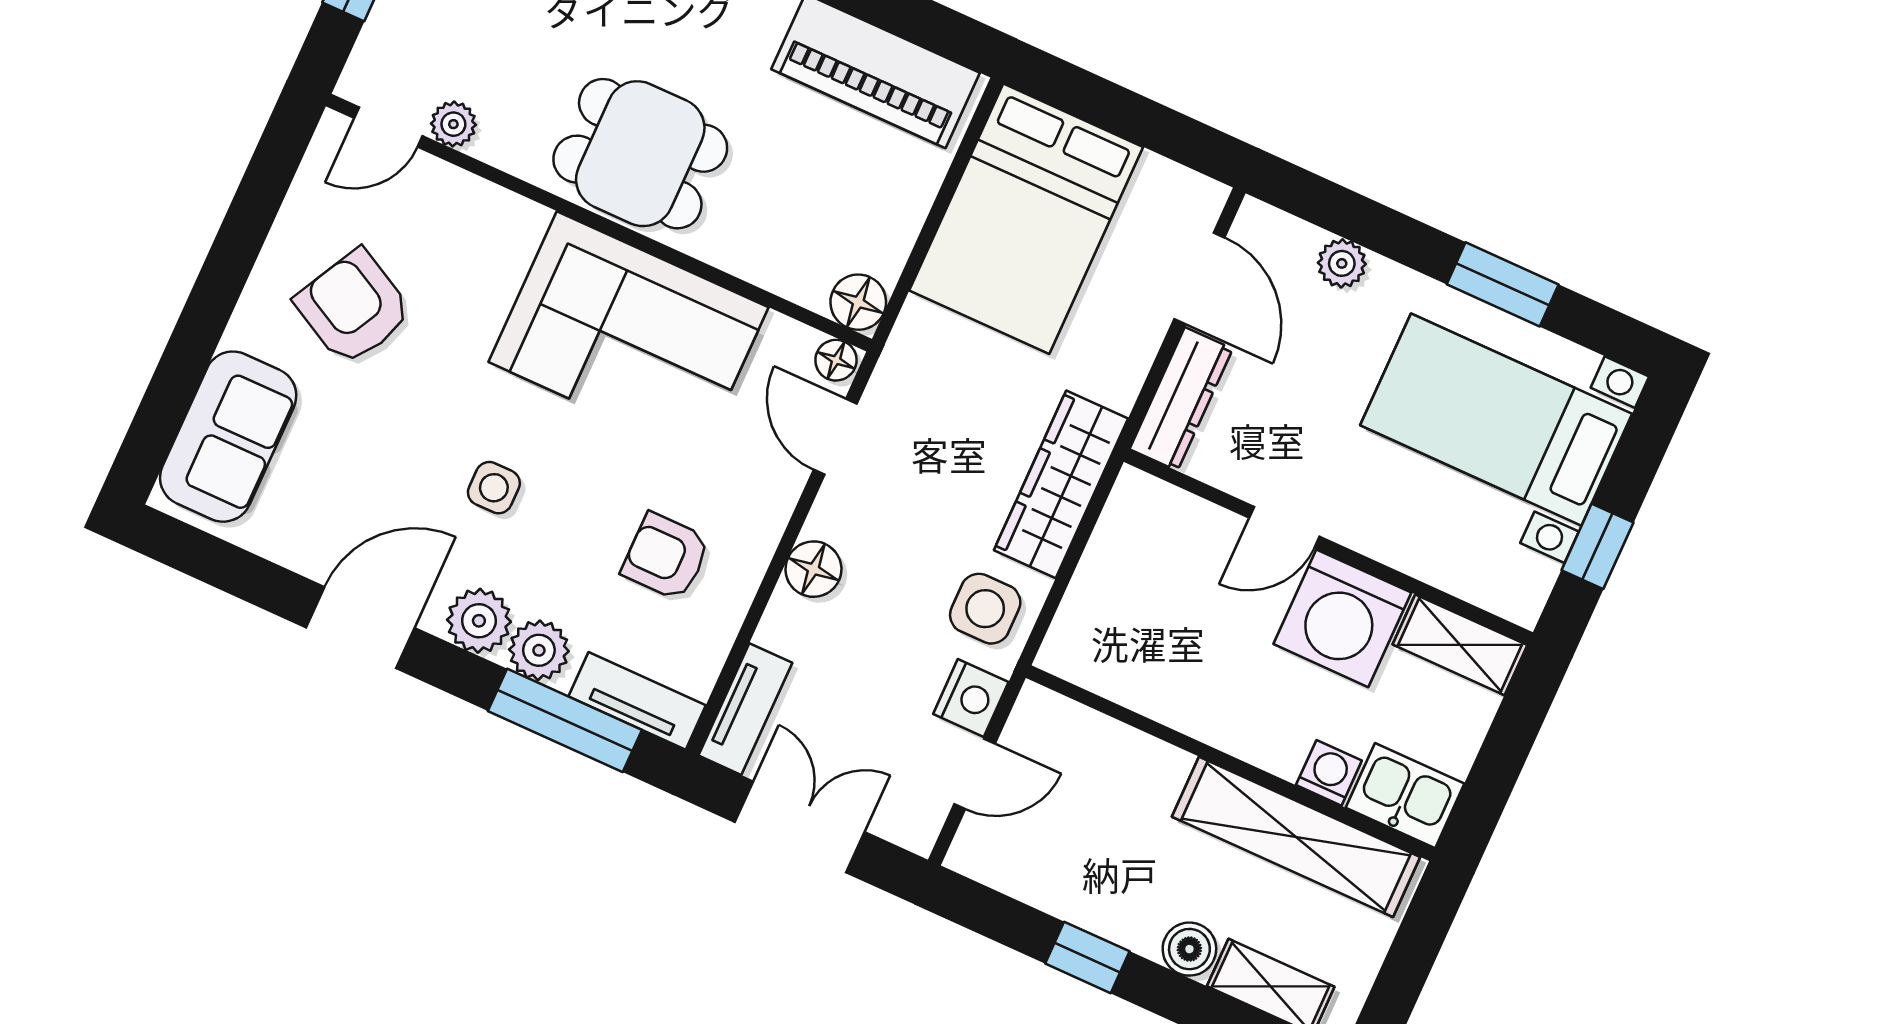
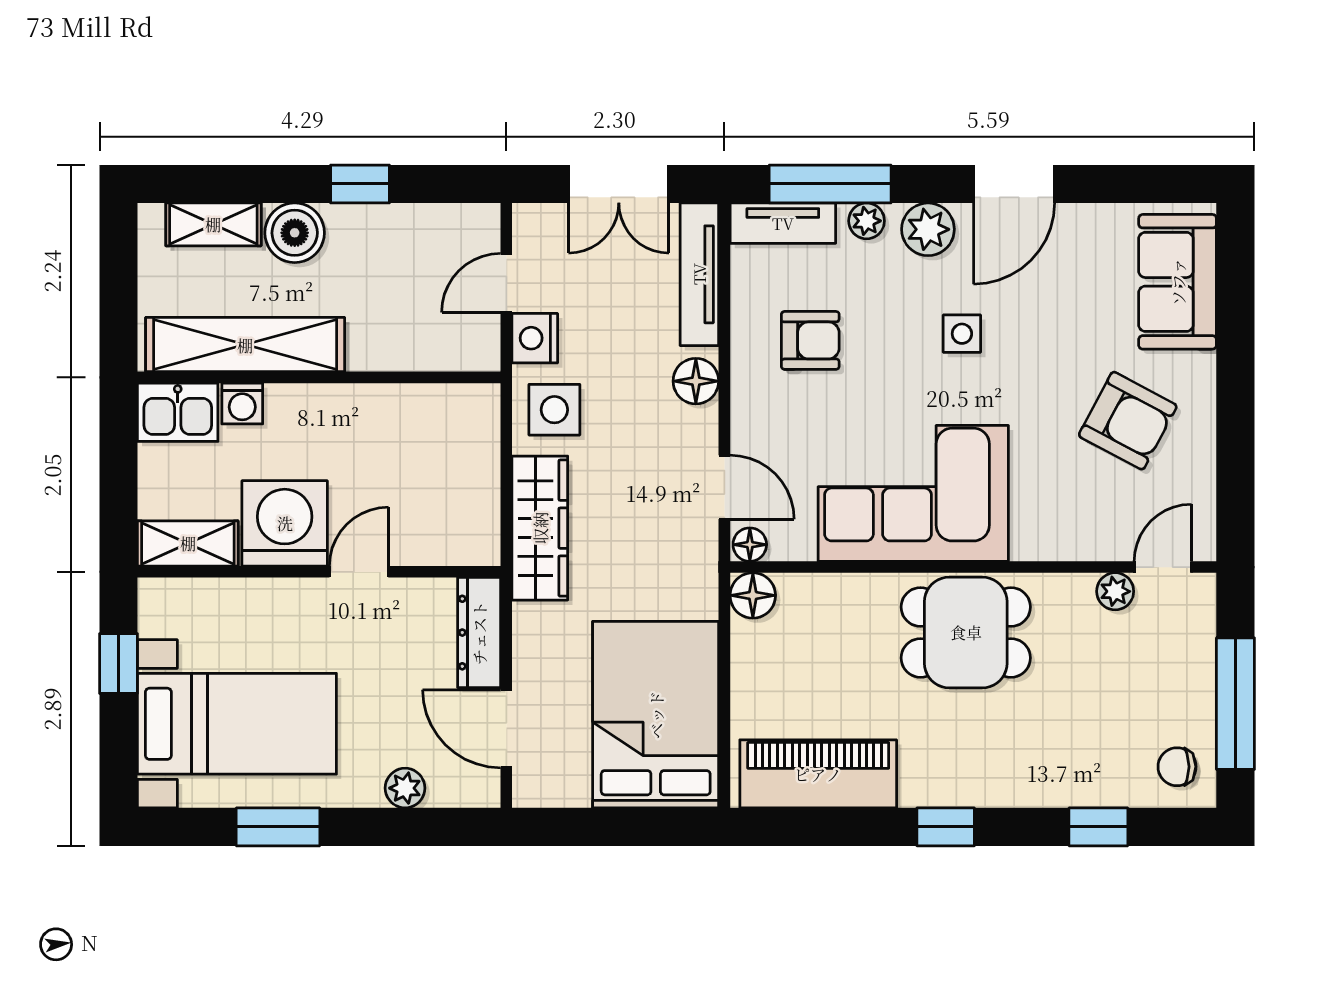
plant: (539, 650) -> (867, 221), width x0.73, depth x0.73
tv unit: (745, 709) -> (699, 274), width x1.41
boiler: (1189, 949) -> (295, 233), width x1.36, depth x1.36

